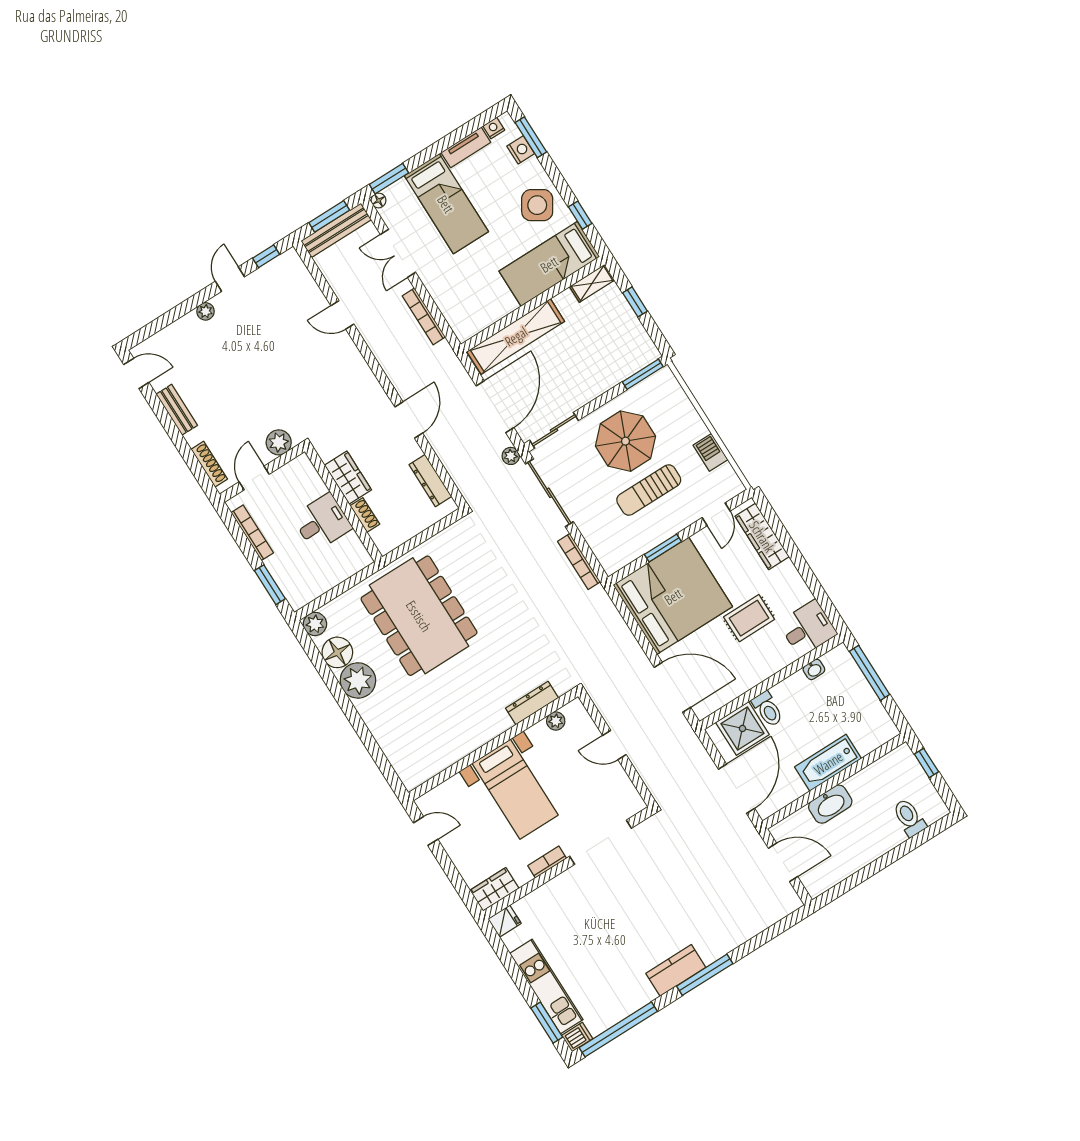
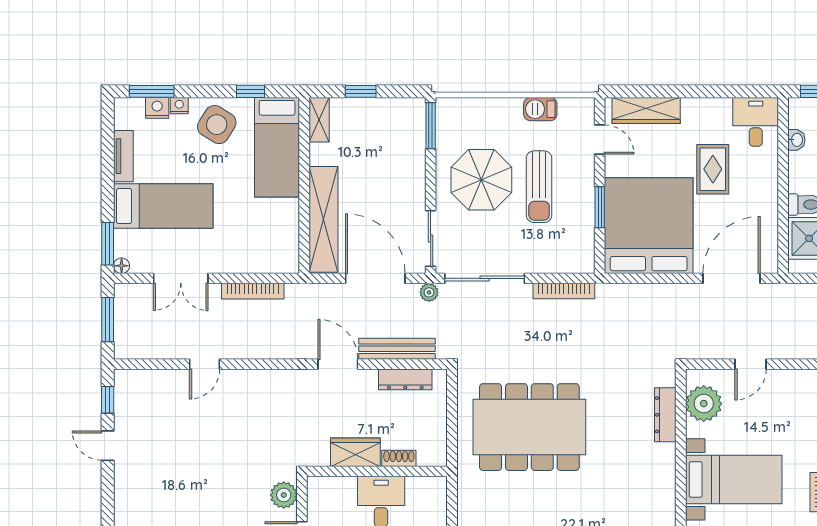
nightstand: (494, 128) -> (179, 106), moved, turned 90
bench: (336, 230) -> (397, 349), moved, turned 90
plant: (206, 311) -> (123, 486), removed
dining table: (419, 616) -> (529, 427), moved
plant: (556, 721) -> (704, 404), width x1.88, depth x1.88

